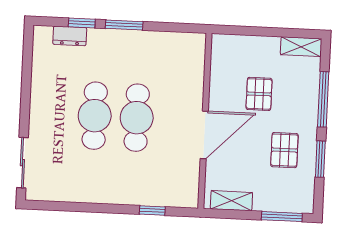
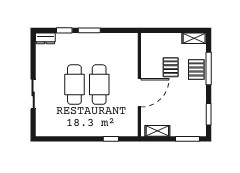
dresser: (70, 36) -> (45, 38), moved
pallet: (284, 150) -> (196, 69), moved
window: (320, 159) -> (209, 114), moved
sliding door: (22, 163) -> (33, 94), moved

